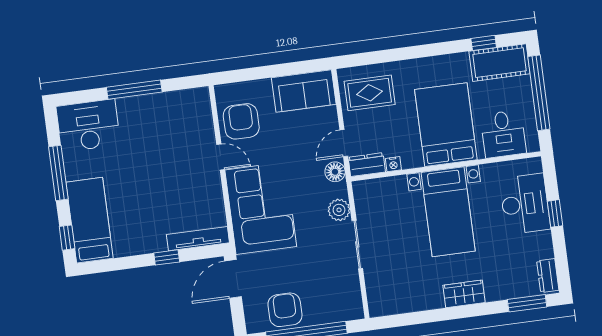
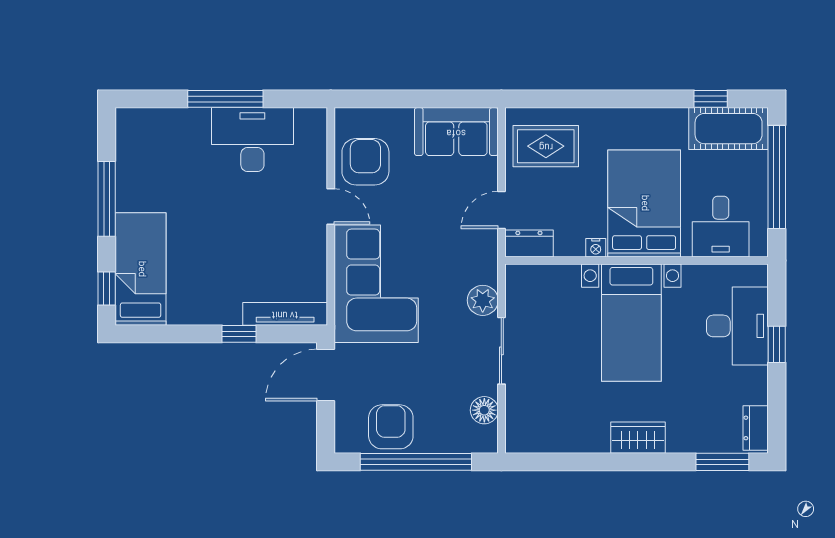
desk: (88, 126) -> (252, 140), moved
nightstand: (393, 164) -> (596, 248), moved
floor lamp: (335, 172) -> (484, 410), moved

